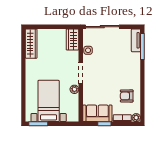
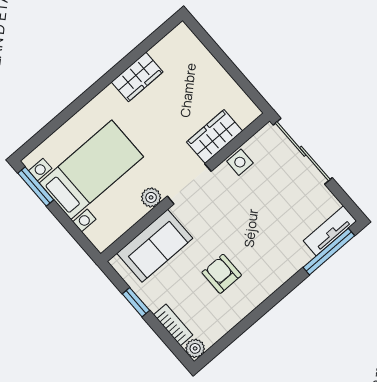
wardrobe: (73, 39) -> (215, 136), moved
wardrobe: (31, 44) -> (137, 77), moved, width x0.67
armchair: (127, 96) -> (222, 274), moved
sofa: (97, 113) -> (155, 246), moved, turned 90

